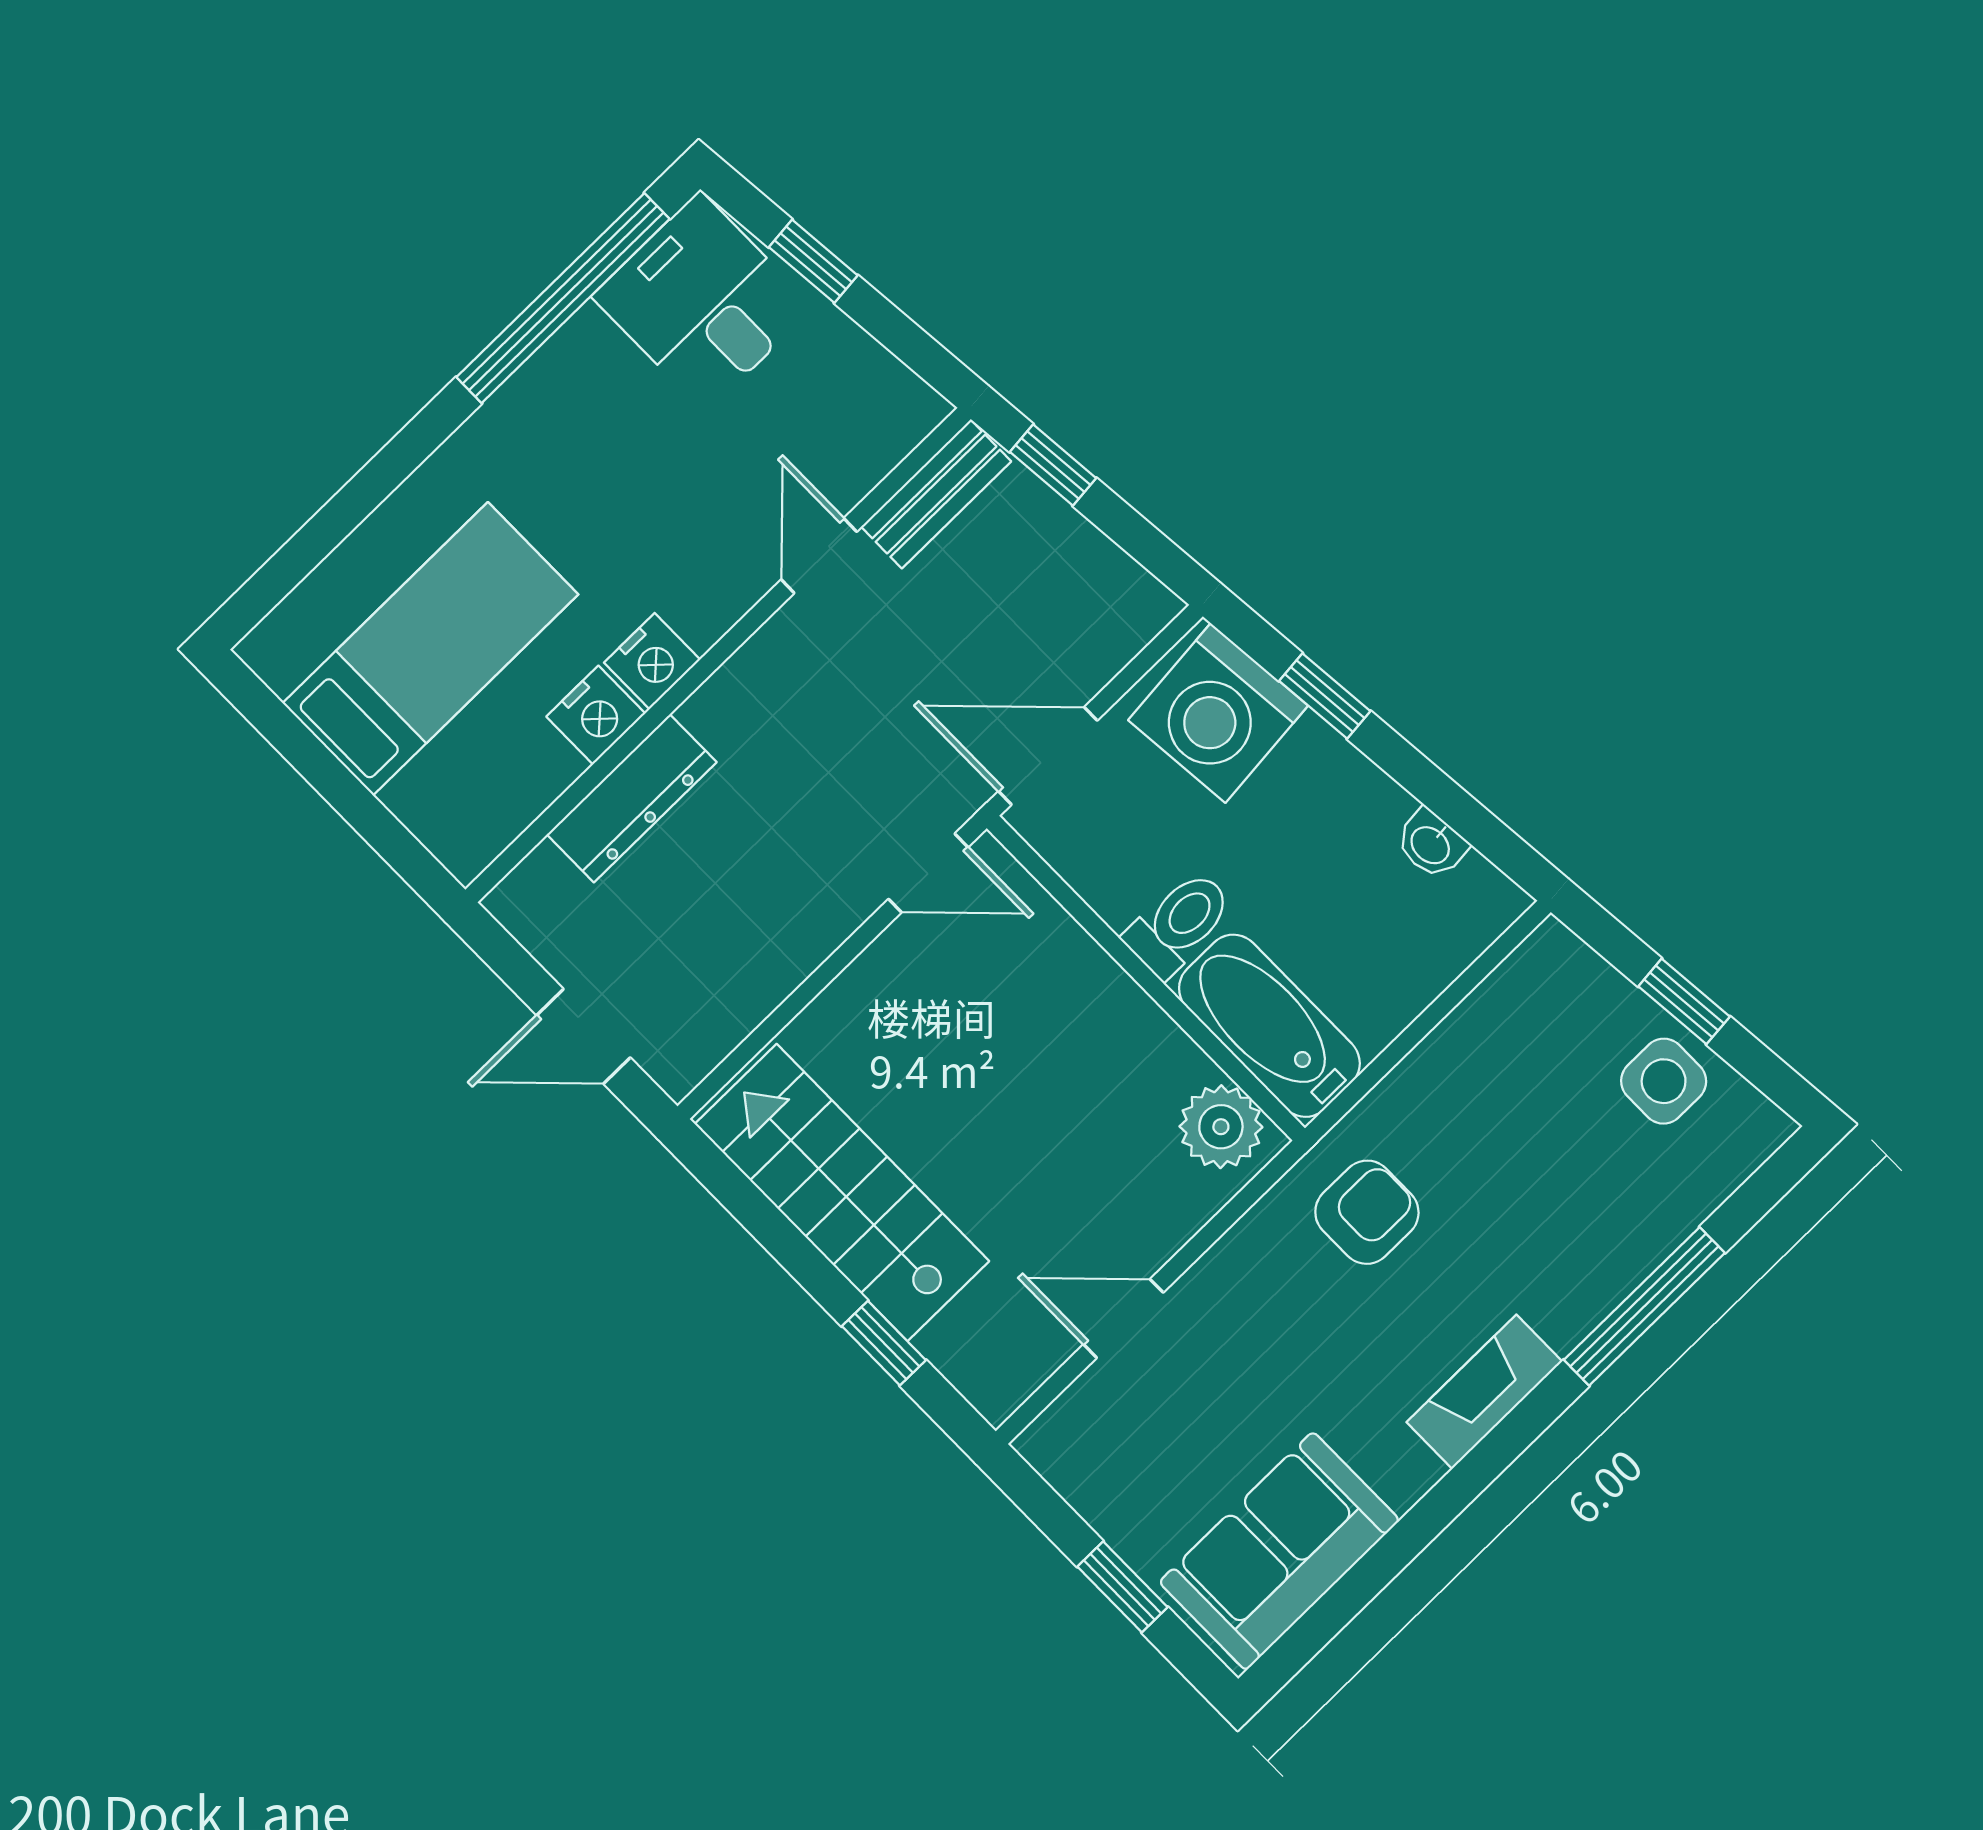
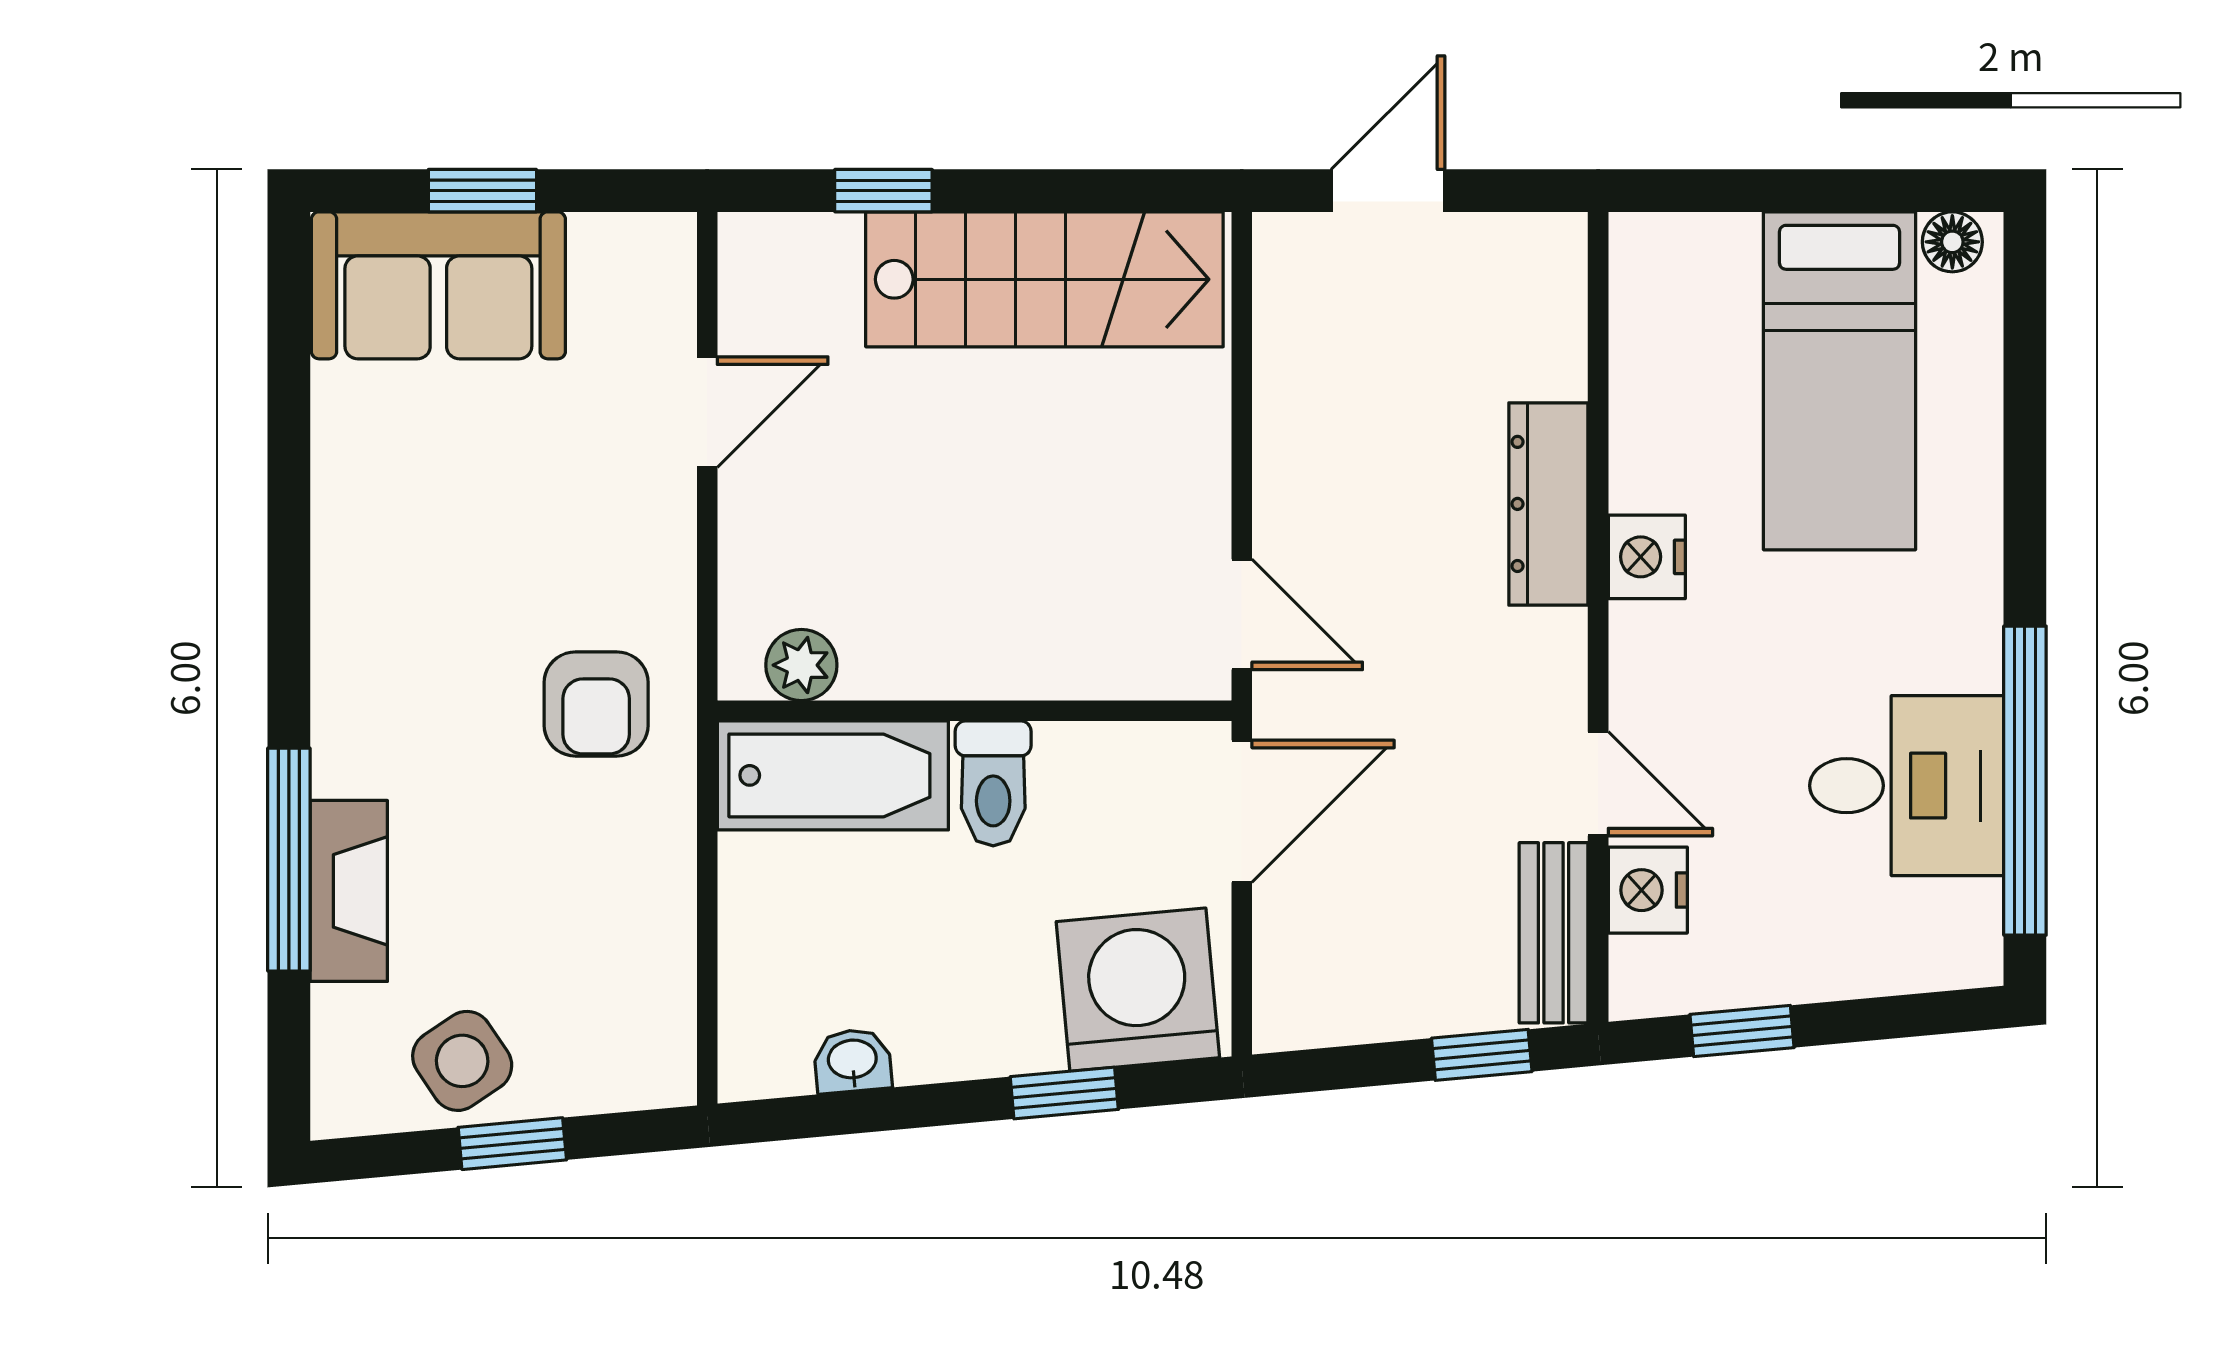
window: (813, 261) -> (1742, 1031), moved
desk: (703, 302) -> (1907, 786), moved
floor lamp: (279, 663) -> (1952, 242), added
nightstand: (596, 715) -> (1648, 890), moved
dresser: (632, 798) -> (1548, 504), moved
door: (928, 873) -> (1242, 614), swing flipped
side table: (1664, 1081) -> (462, 1061), turned -34
plant: (1221, 1127) -> (801, 665), width x0.73, depth x0.73
fireplace: (1484, 1392) -> (349, 891), moved
sofa: (1279, 1551) -> (438, 285), moved, turned 90

